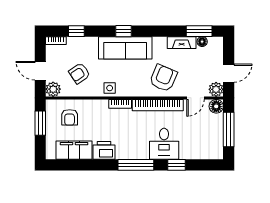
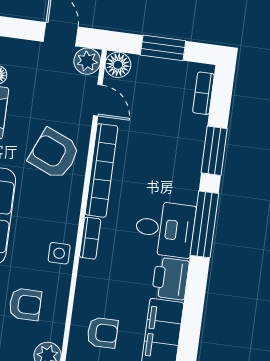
armchair: (79, 73) -> (25, 304), turned -56
window: (229, 130) -> (163, 48), width x0.69
desk: (164, 144) -> (165, 229), moved
bookcase: (207, 155) -> (203, 93), added
window: (177, 165) -> (214, 151), width x1.50

